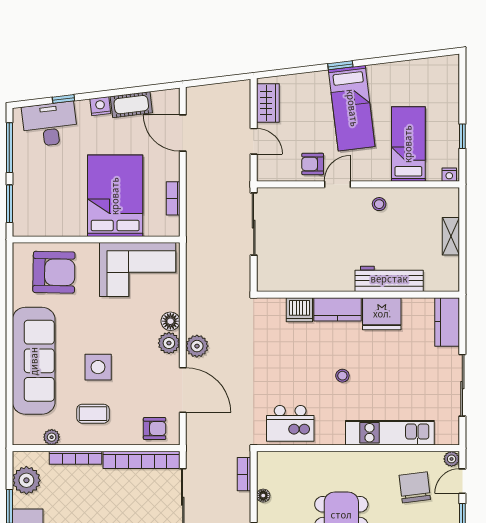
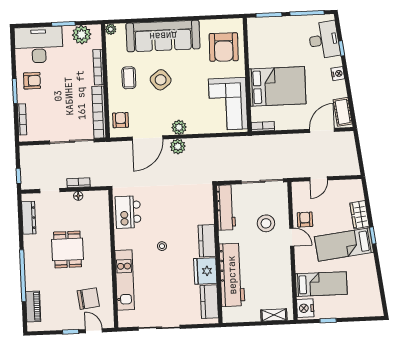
wardrobe: (268, 103) -> (360, 215), moved, turned 83
cot: (131, 105) -> (343, 112), moved
nightstand: (449, 175) -> (305, 308), width x1.89, depth x1.79
bookcase: (173, 198) -> (263, 126), moved
stool: (379, 204) -> (266, 223), moved, width x1.89, depth x1.89
shelving: (451, 236) -> (274, 315), moved
workbench: (290, 279) -> (226, 207), added
workbench: (389, 279) -> (232, 275), width x1.36, depth x1.32
dishwasher: (299, 310) -> (206, 215), removed
floor lamp: (170, 321) -> (194, 128), removed
kitchen counter: (447, 322) -> (209, 302), moved, turned -90
side table: (98, 367) -> (161, 80), turned -38
armchair: (155, 428) -> (121, 120), turned 180
plant: (52, 437) -> (111, 29), moved
plant: (452, 459) -> (109, 323), removed
bookcase: (244, 474) -> (79, 183), moved

